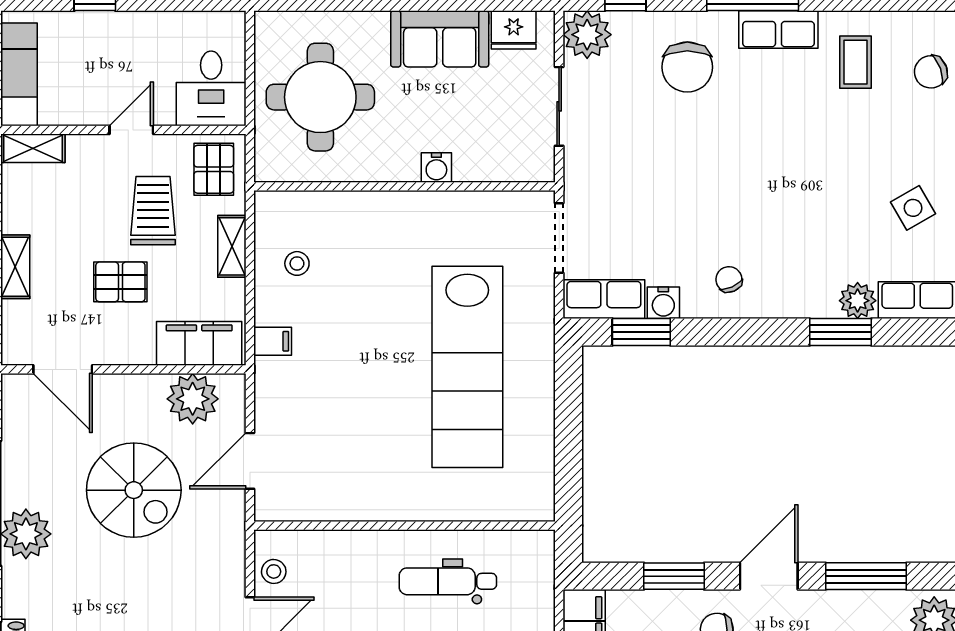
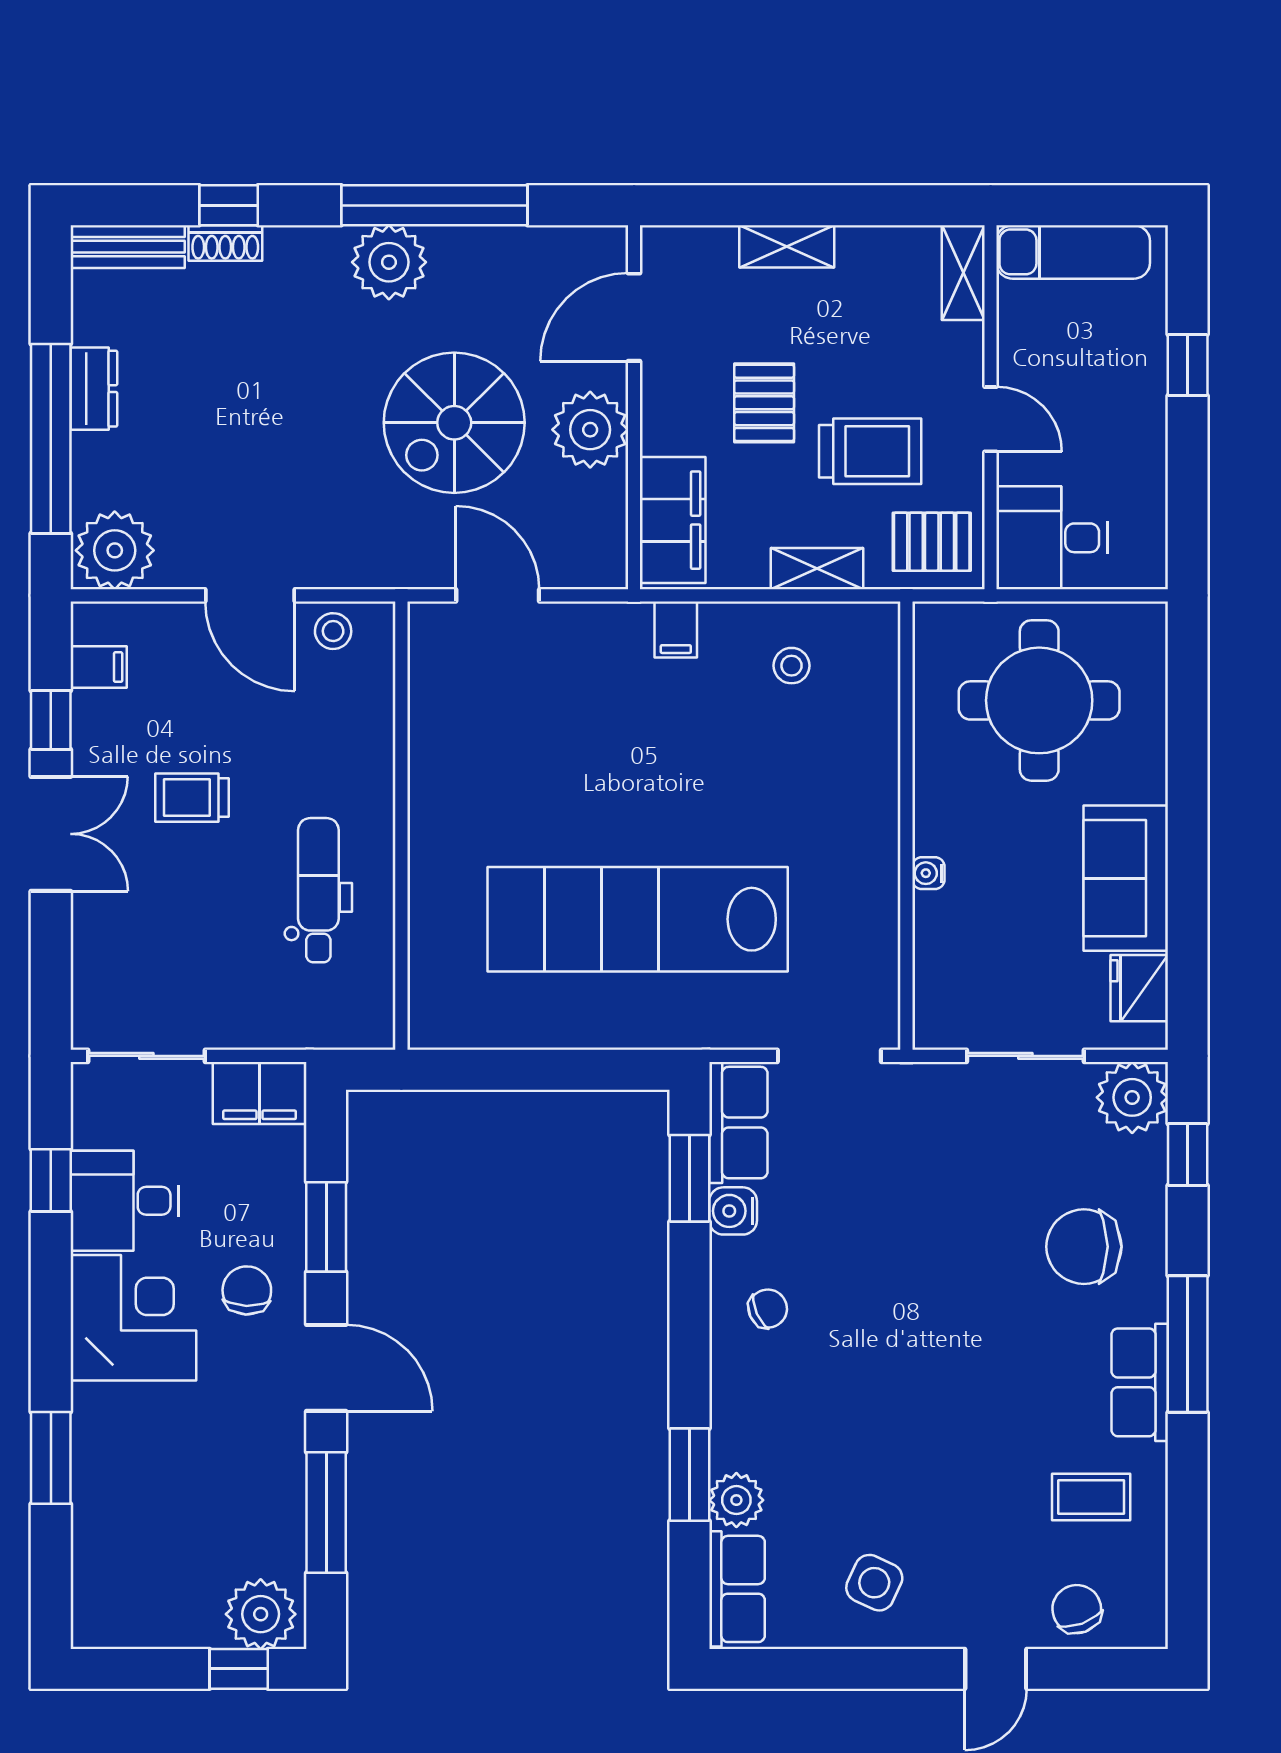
water cooler: (436, 167) -> (928, 873), width x0.72, depth x0.72
side table: (913, 208) -> (874, 1583), turned -35
plant: (193, 399) -> (590, 430), moved

